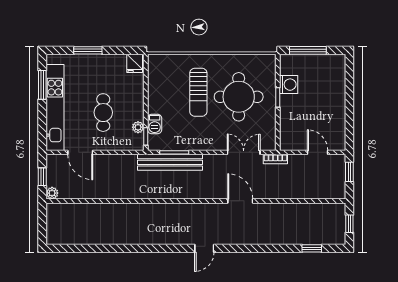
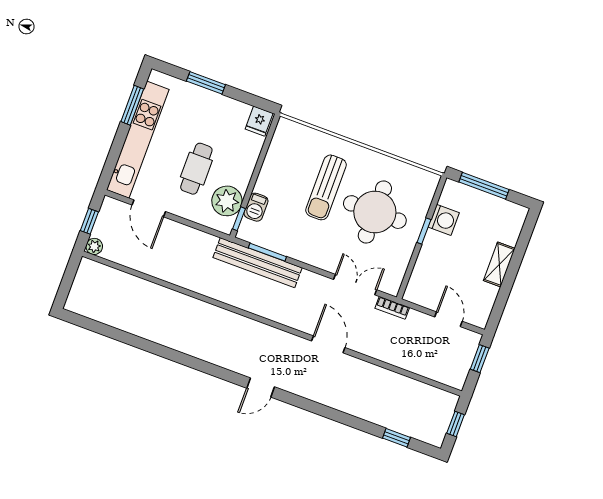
shelving: (339, 101) -> (499, 264), added
plant: (138, 127) -> (227, 201), width x1.87, depth x1.87

